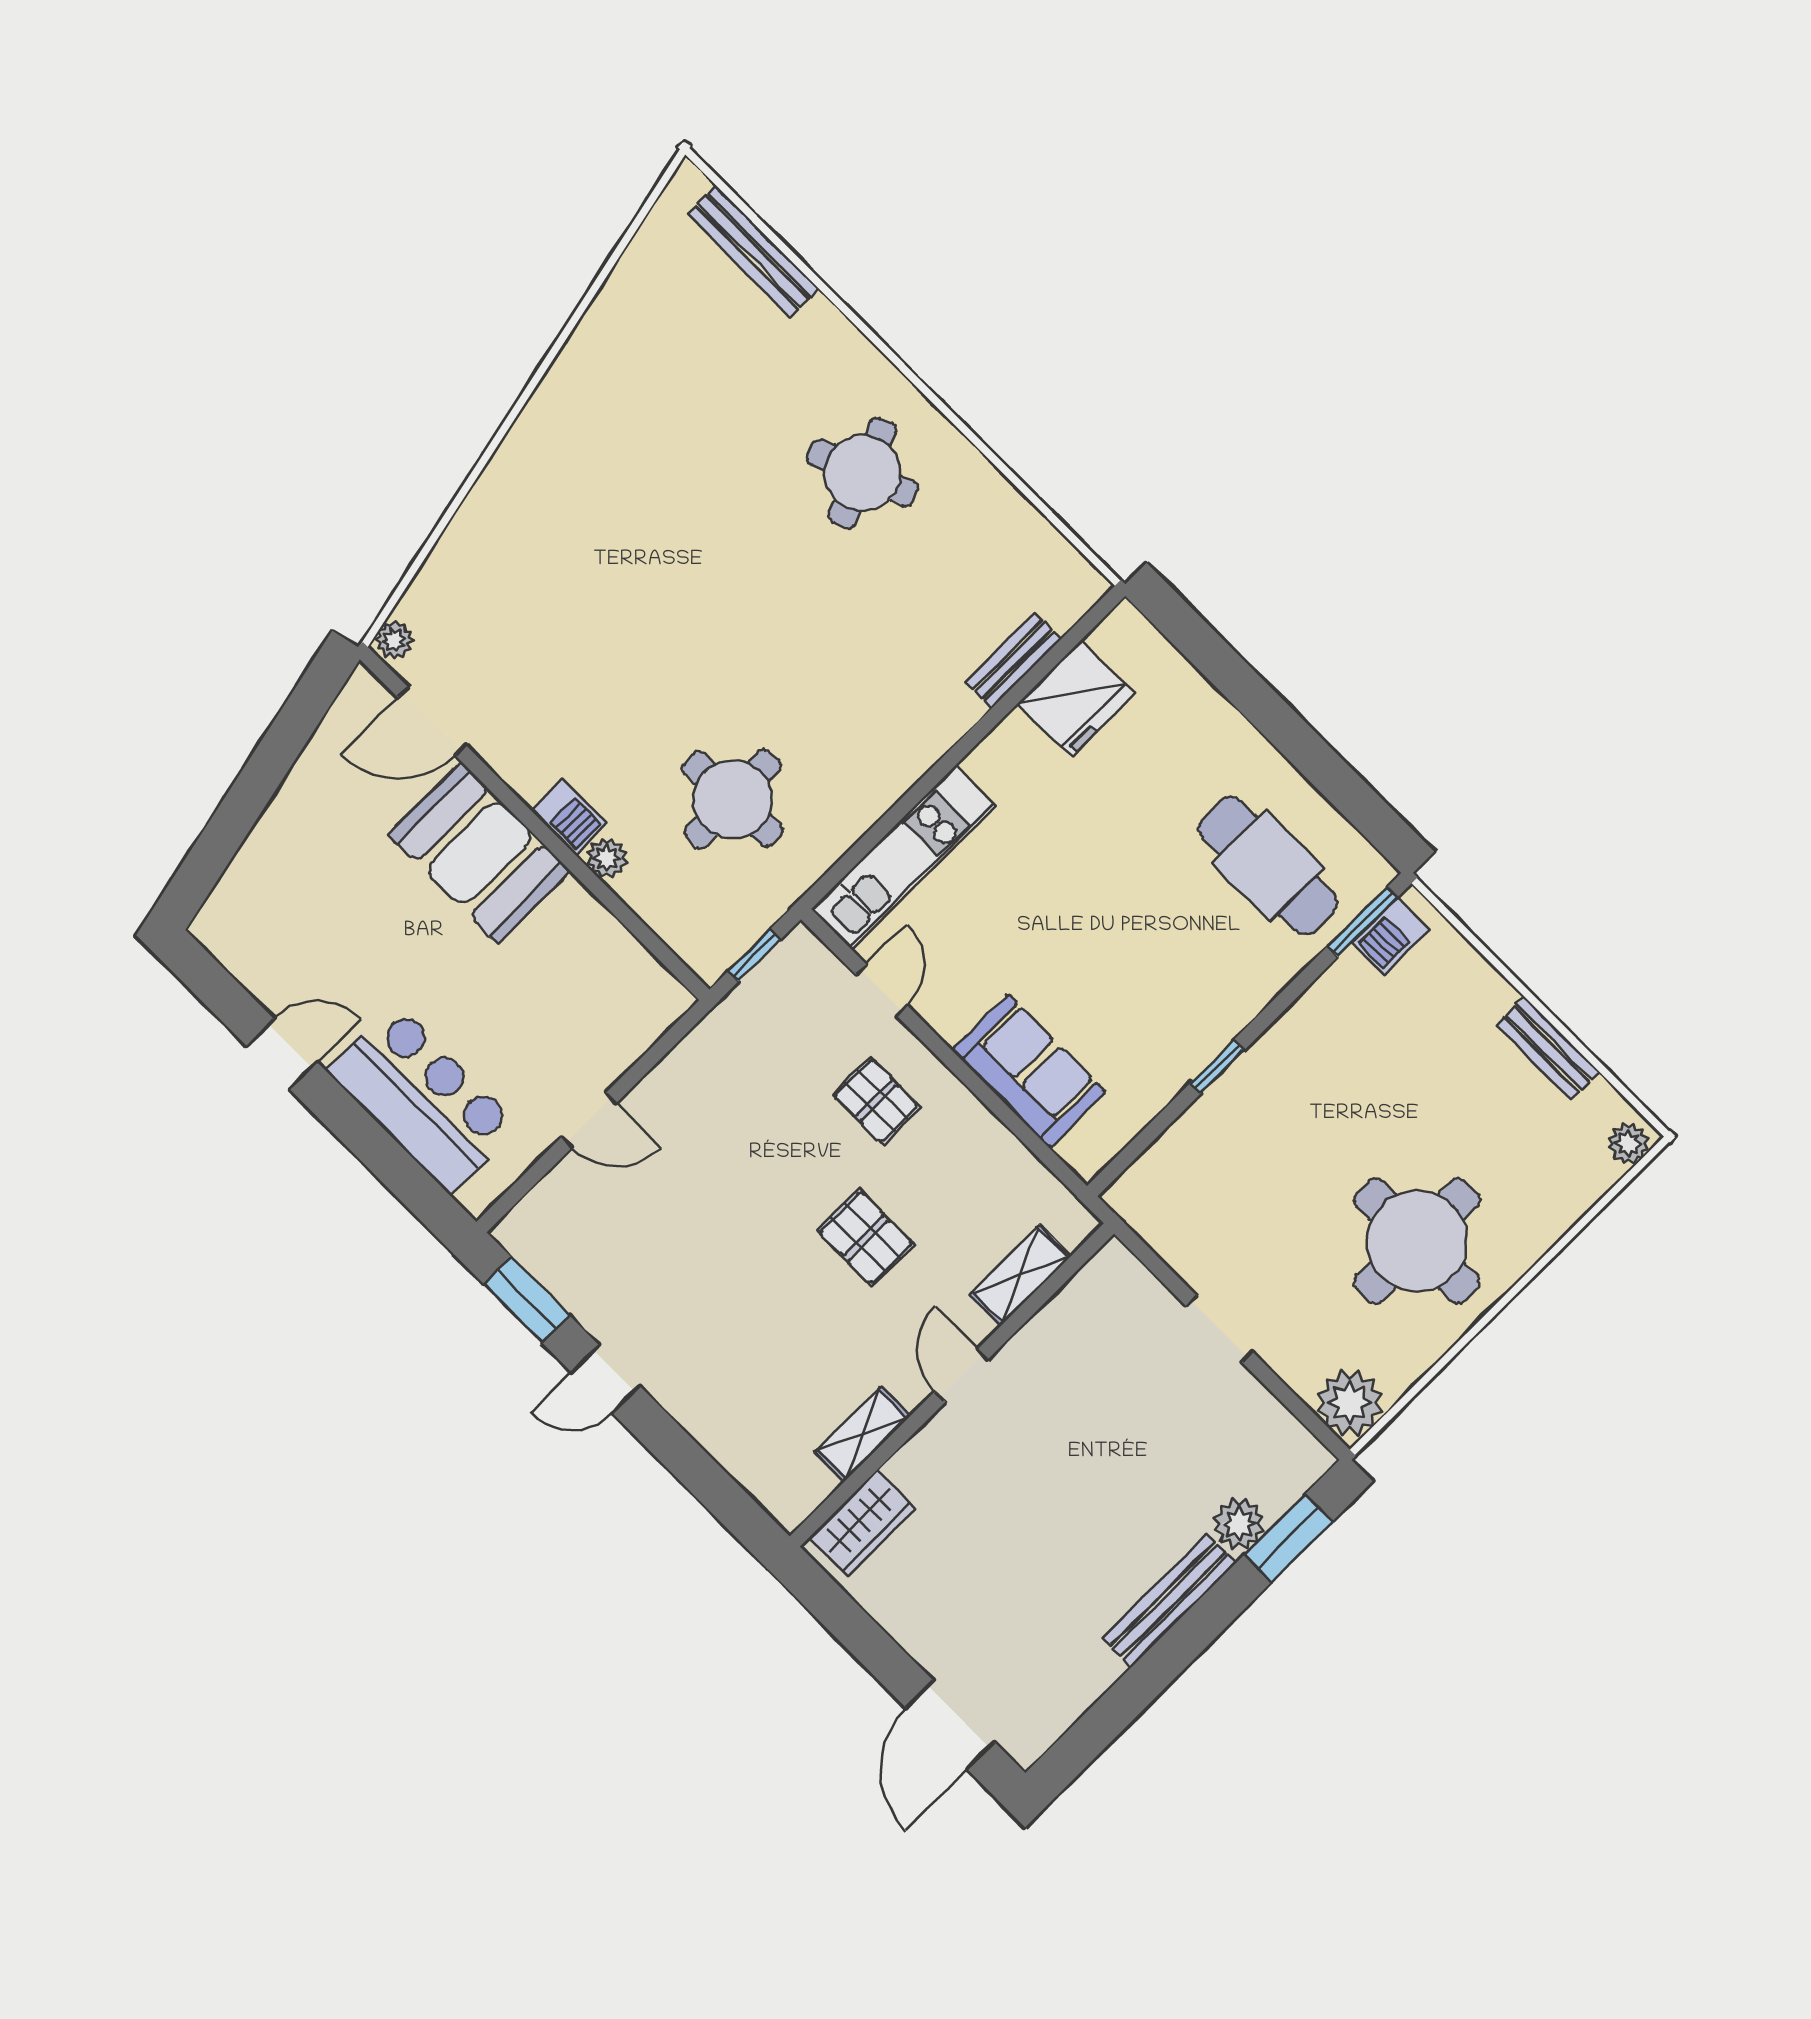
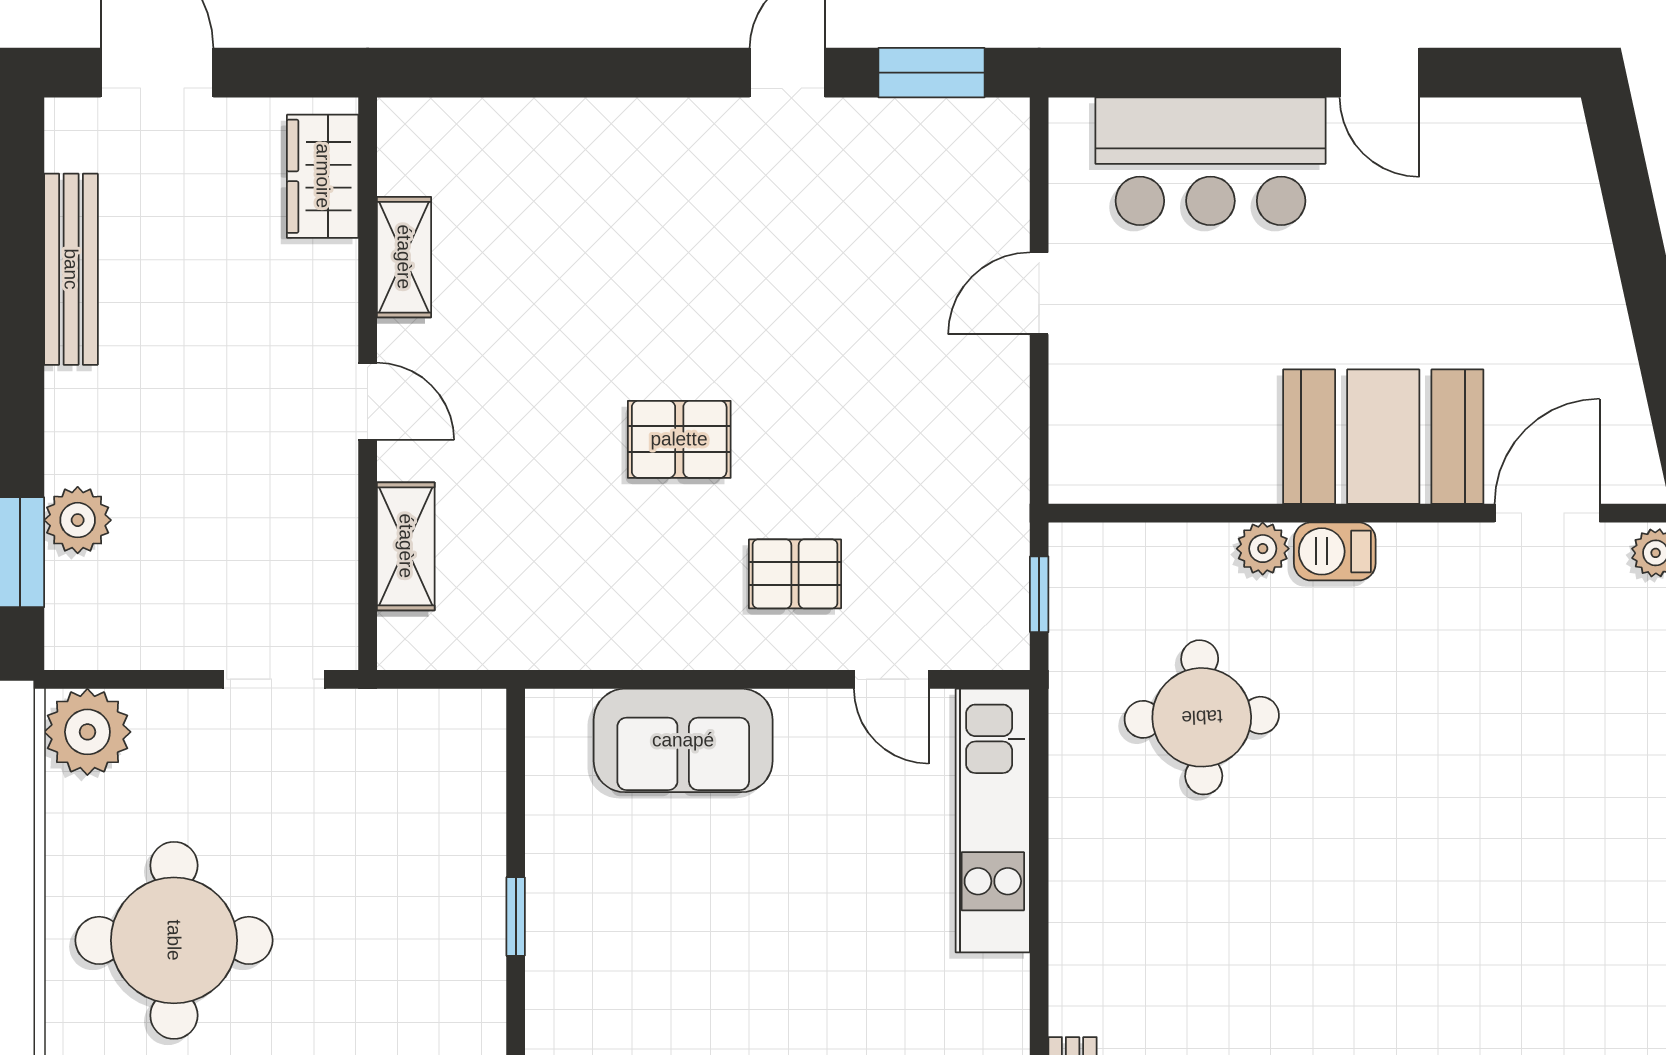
door: (282, 1054) -> (1380, 73), hinge flipped
shelving: (1020, 1275) -> (406, 546), moved
door: (961, 1375) -> (368, 401), moved
wall: (952, 1385) -> (368, 384), moved
shelving: (862, 1434) -> (404, 257), moved
wardrobe: (863, 1523) -> (323, 176), moved
bench: (1169, 1601) -> (71, 269), moved

